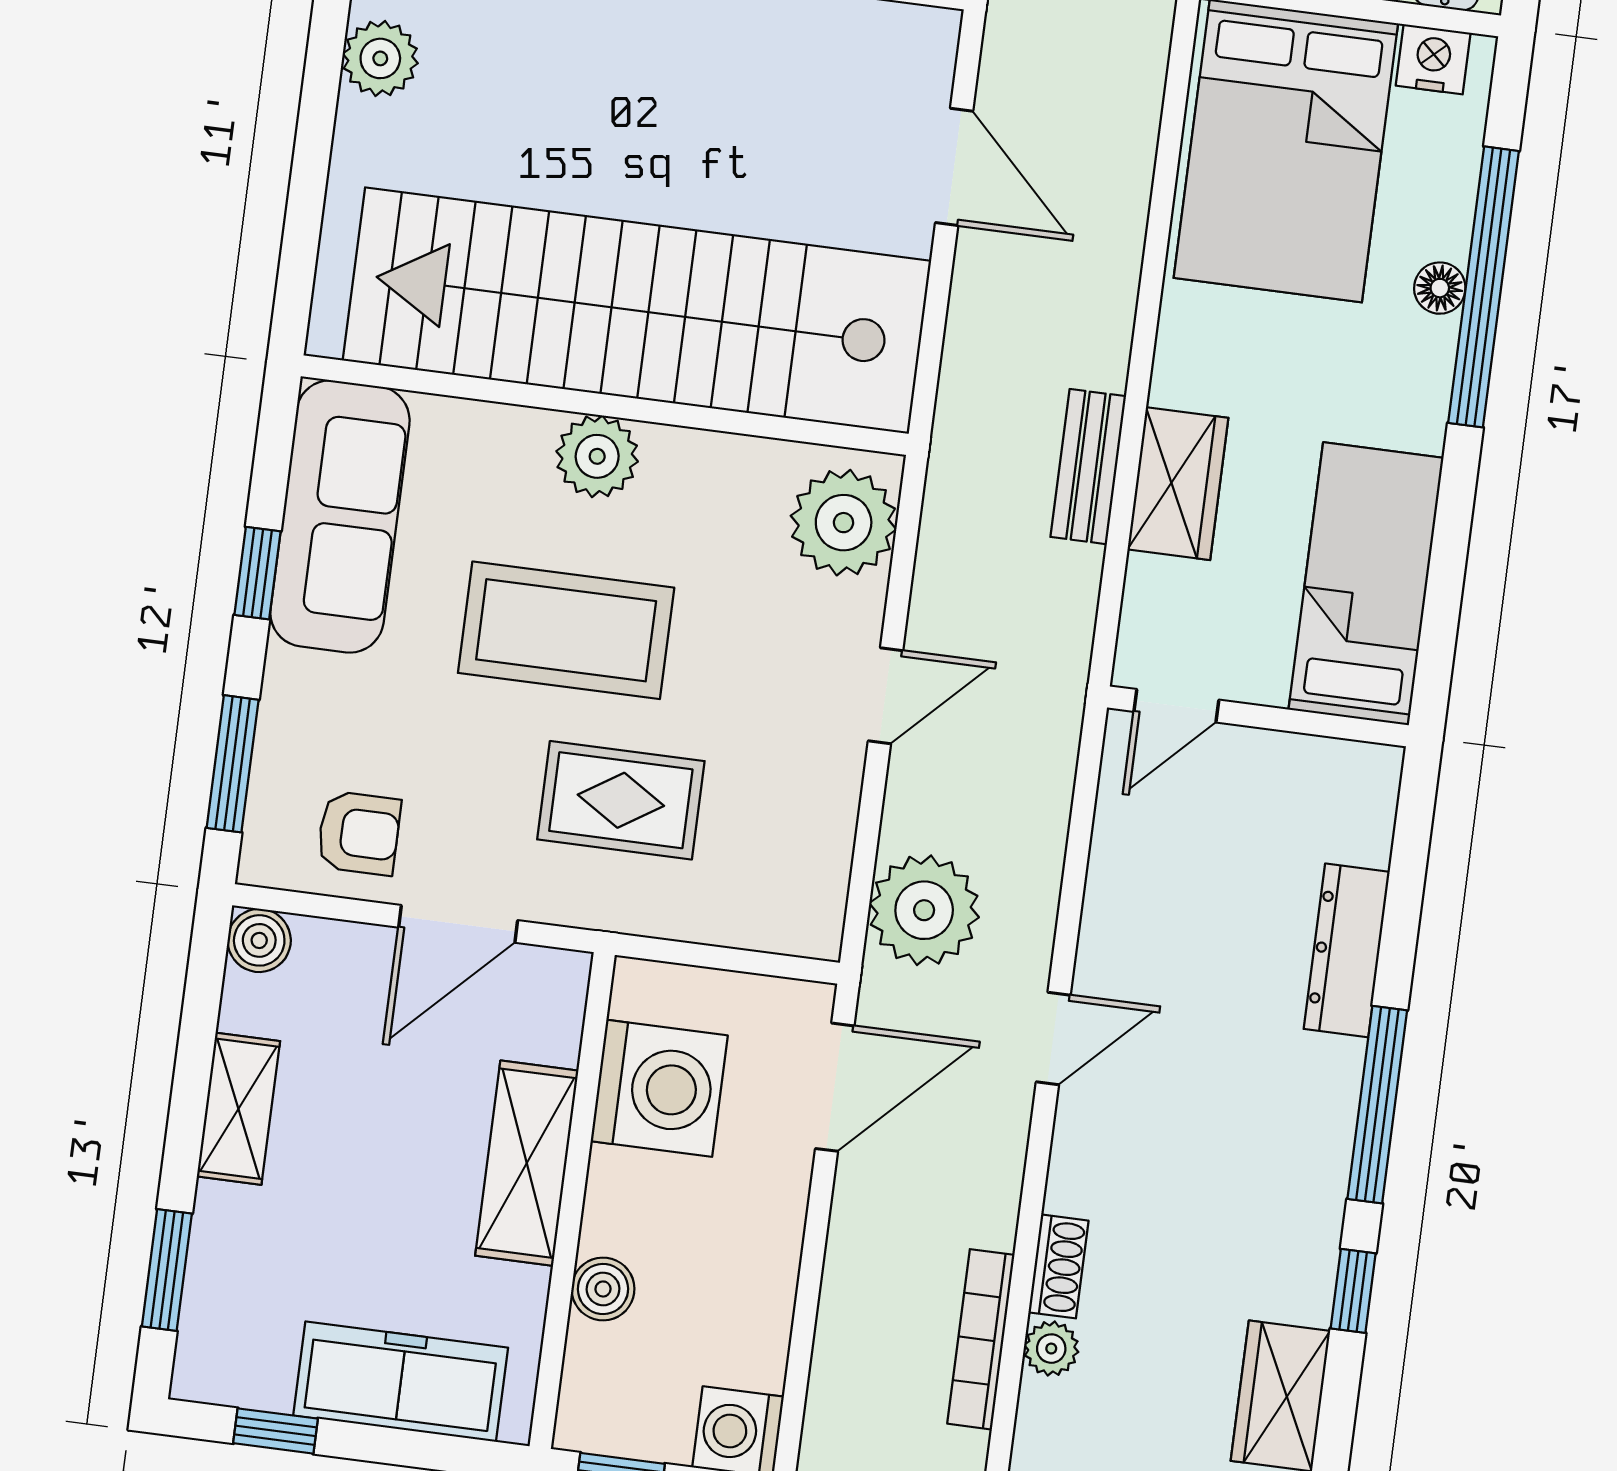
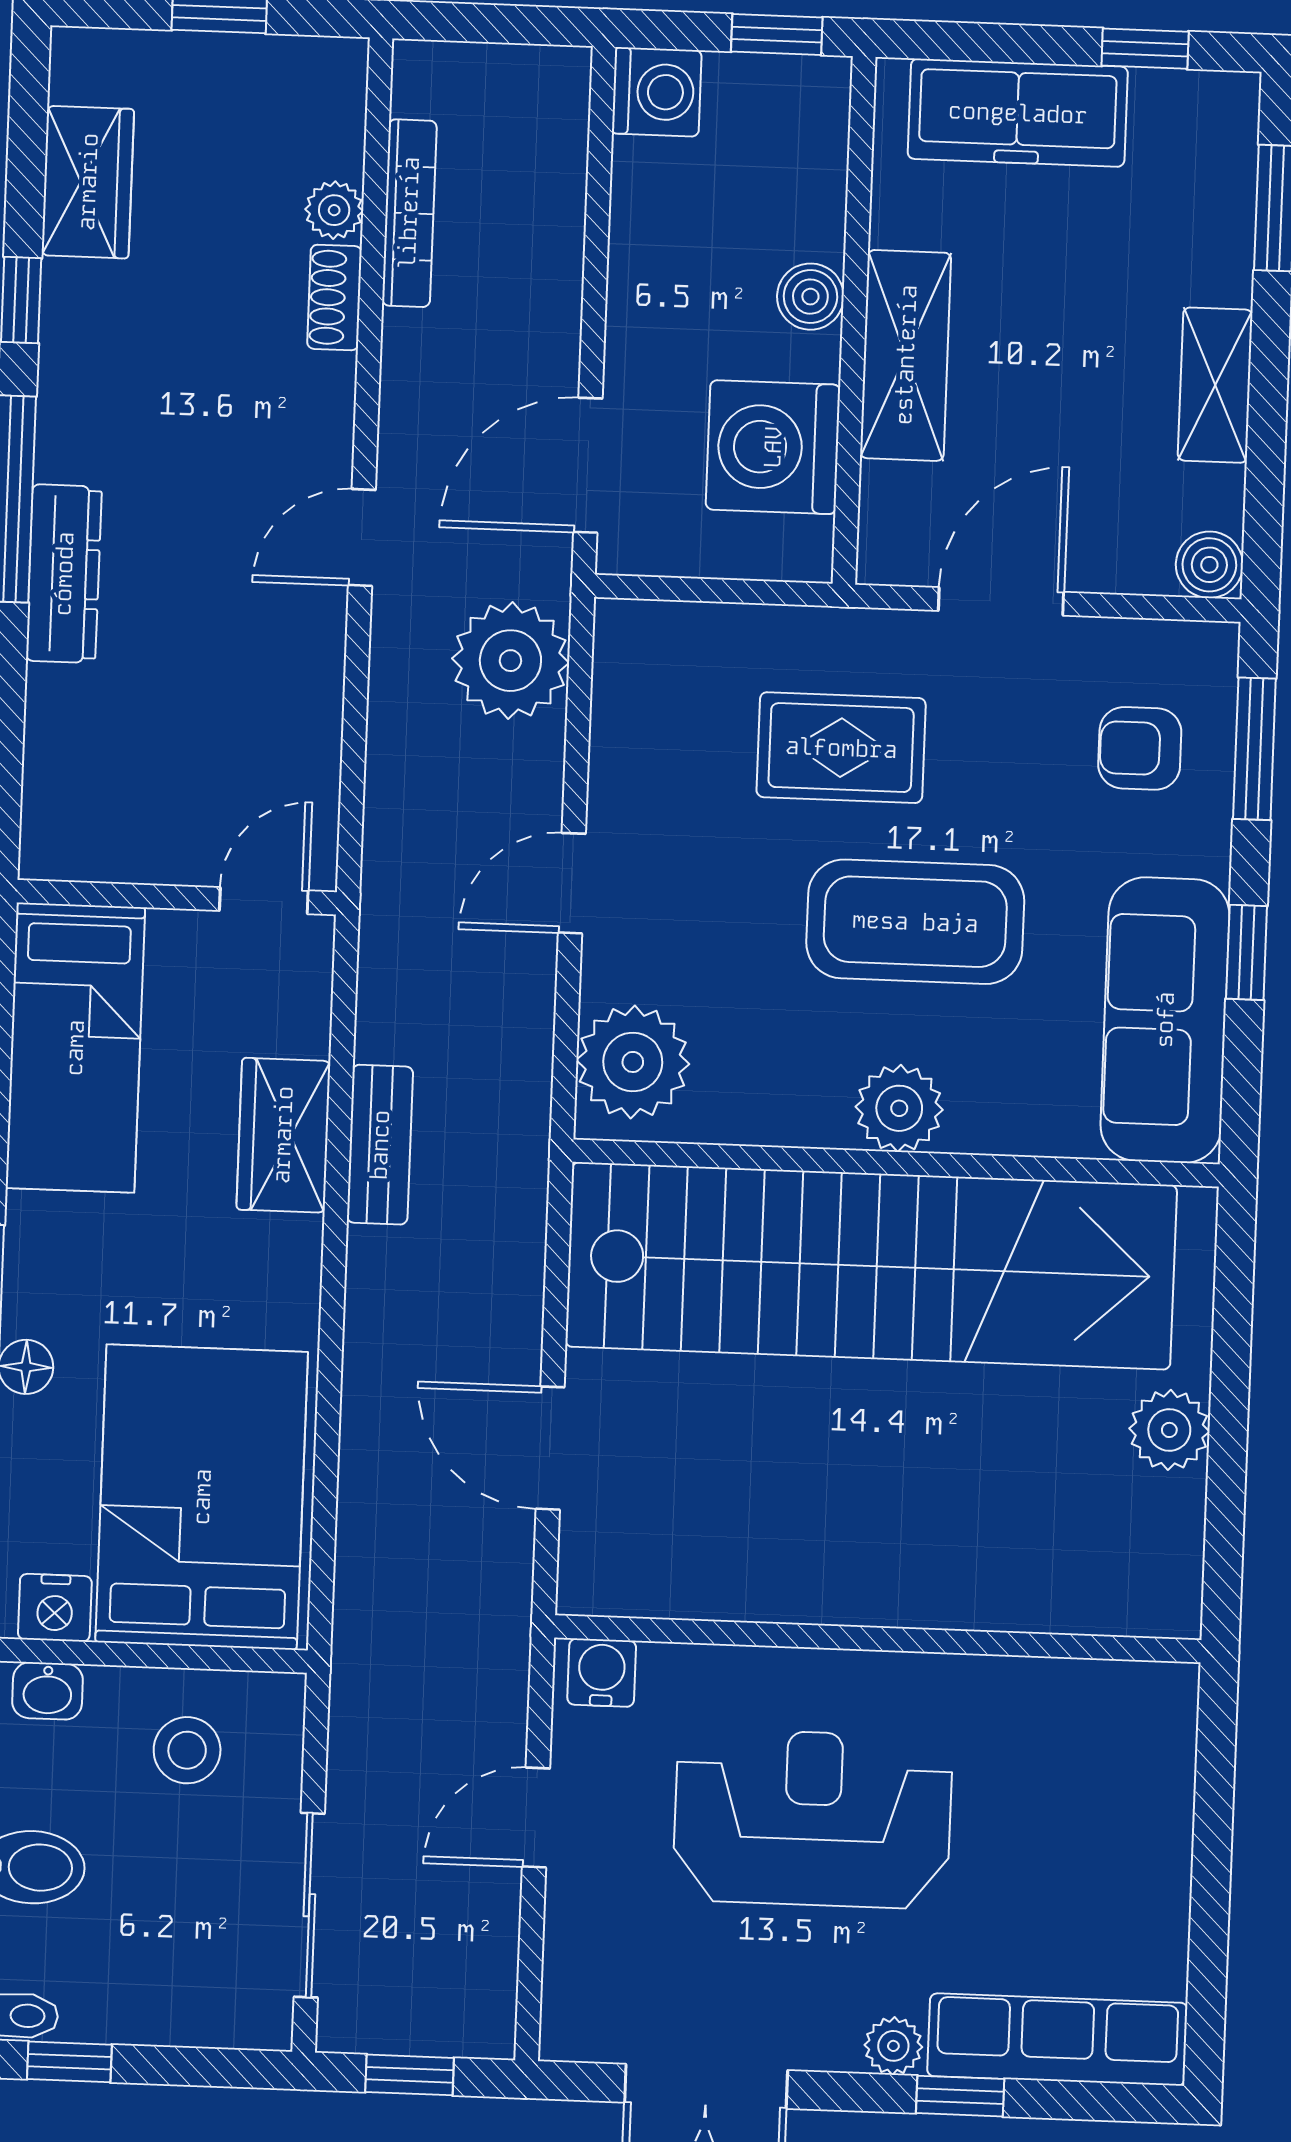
plant: (380, 58) -> (1169, 1430), moved
armchair: (359, 833) -> (1140, 748), moved
dresser: (1347, 950) -> (64, 574), moved
boiler: (603, 1289) -> (810, 297), moved

